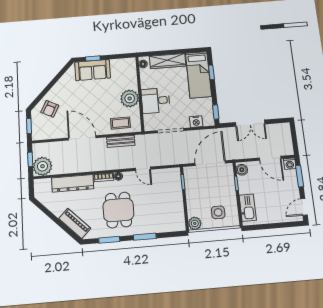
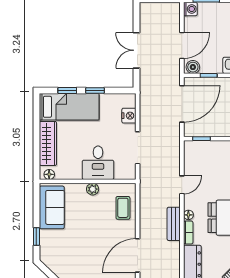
sofa: (93, 70) -> (52, 207), moved
plant: (130, 98) -> (93, 189), width x0.53, depth x0.53
window: (216, 112) -> (95, 90), moved
double door: (250, 123) -> (136, 50), swing flipped
bench: (121, 141) -> (174, 224), moved
door: (270, 158) -> (182, 45), moved
door: (210, 163) -> (182, 104), swing flipped

